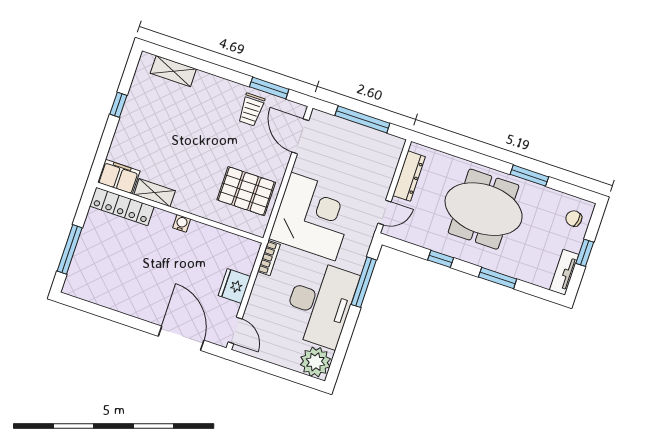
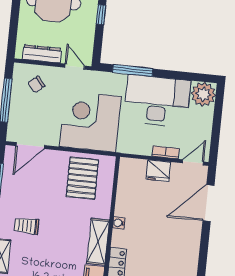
trolley: (251, 110) -> (26, 226), moved, turned 180
chair: (373, 161) -> (36, 84), added
shelving: (155, 193) -> (98, 242), width x1.50, depth x1.33
bookcase: (269, 258) -> (166, 152), moved

